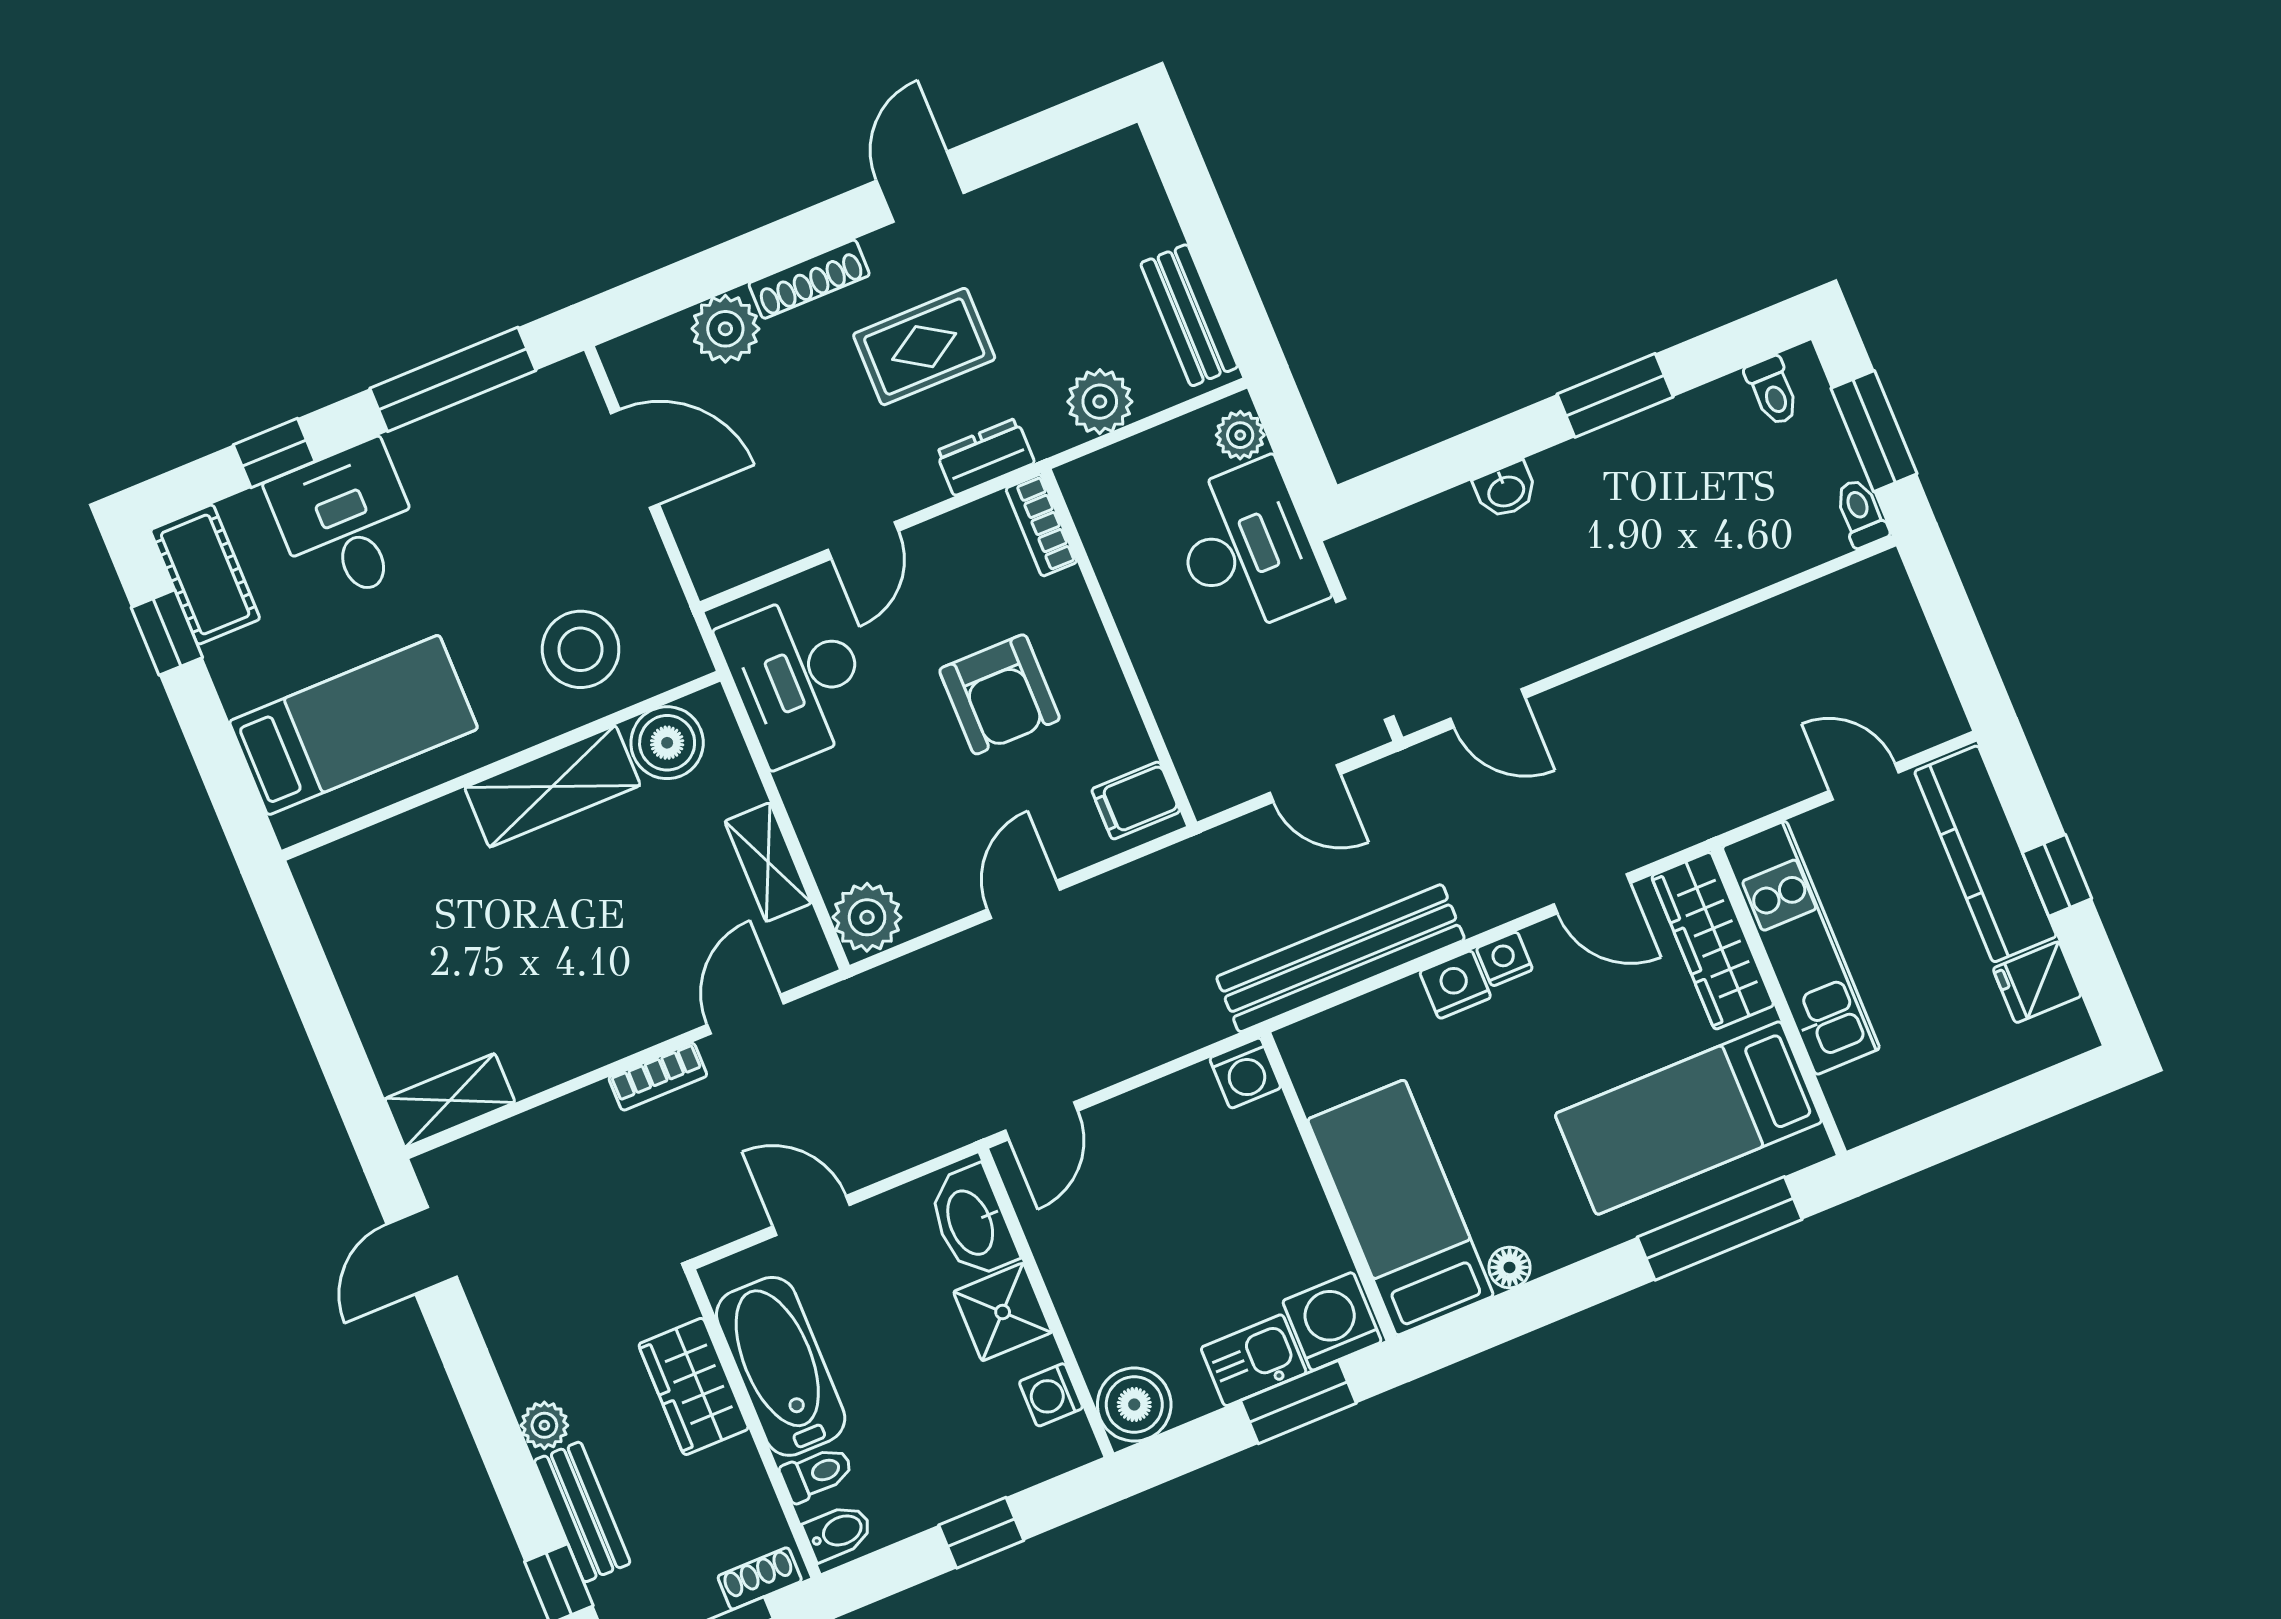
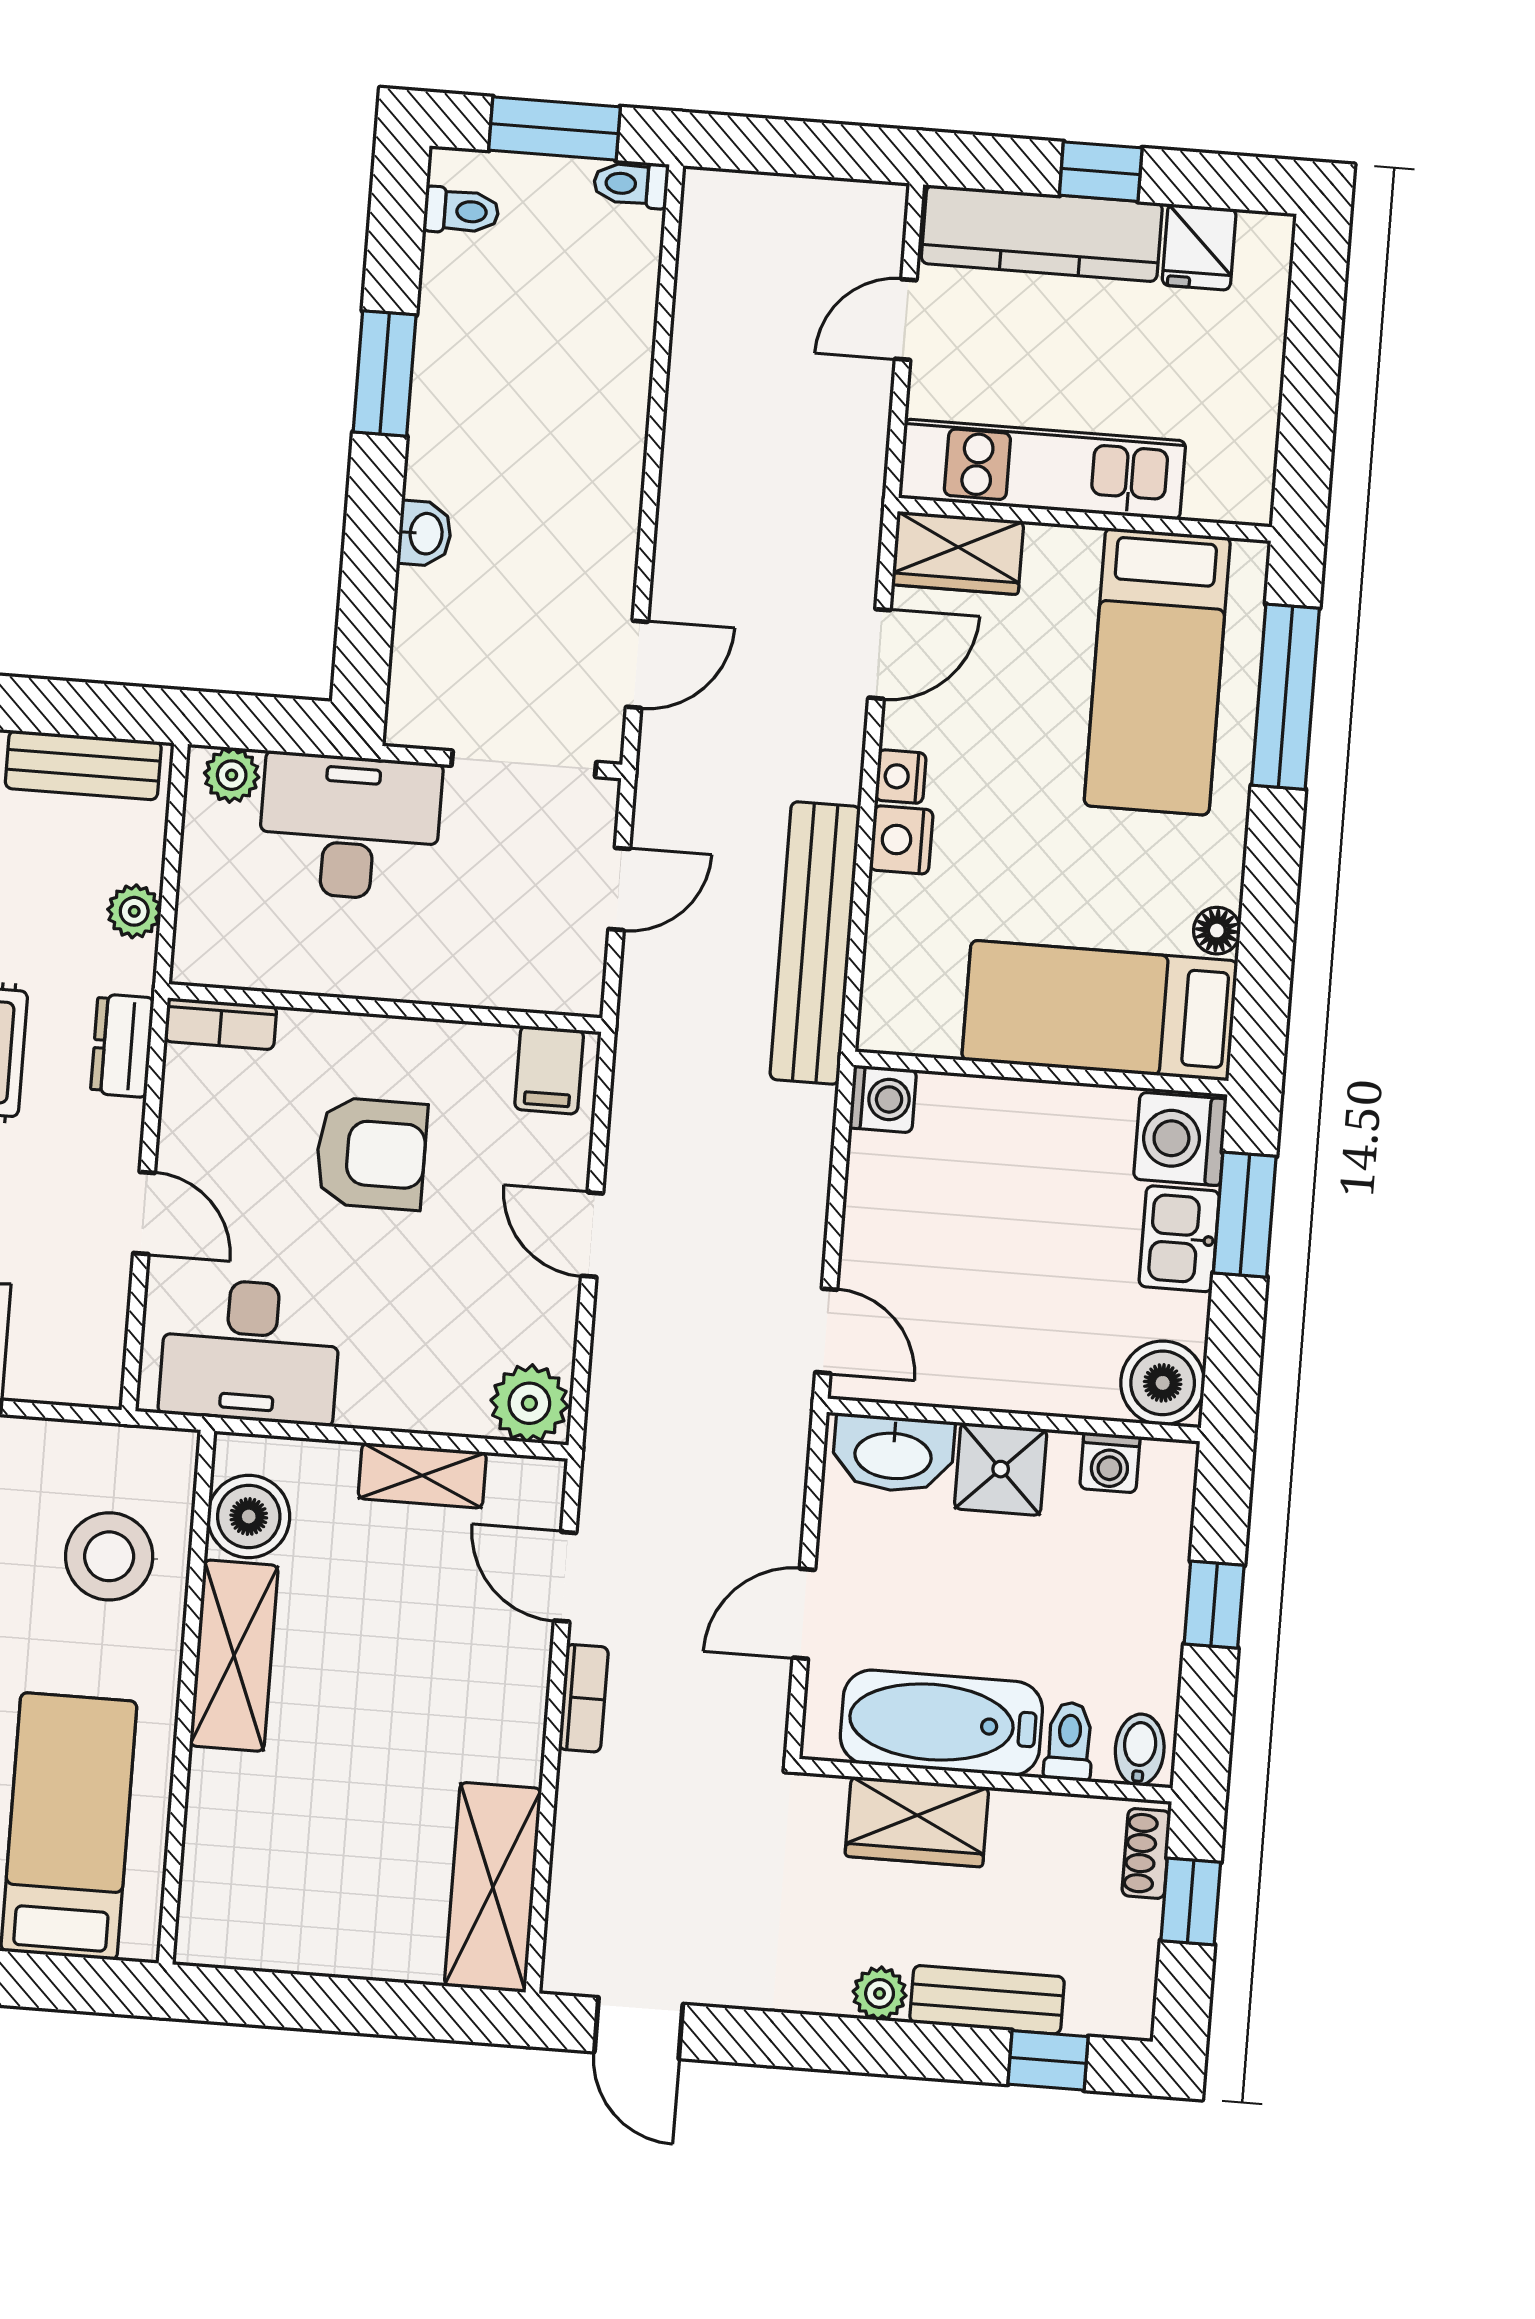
plant: (1100, 402) -> (134, 911), width x0.73, depth x0.73
wardrobe: (1713, 941) -> (958, 553), width x0.67
shelving: (450, 1101) -> (493, 1887), width x1.50, depth x1.33

